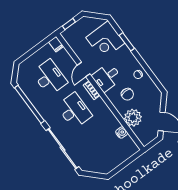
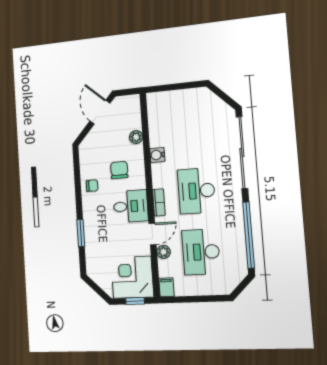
corner desk: (105, 40) -> (132, 277), moved, turned -90
plant: (71, 63) -> (164, 252), added
plant: (133, 118) -> (136, 137), width x0.53, depth x0.53
water cooler: (122, 133) -> (157, 155), moved

